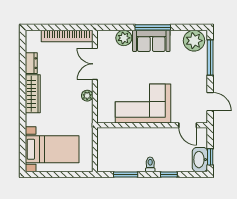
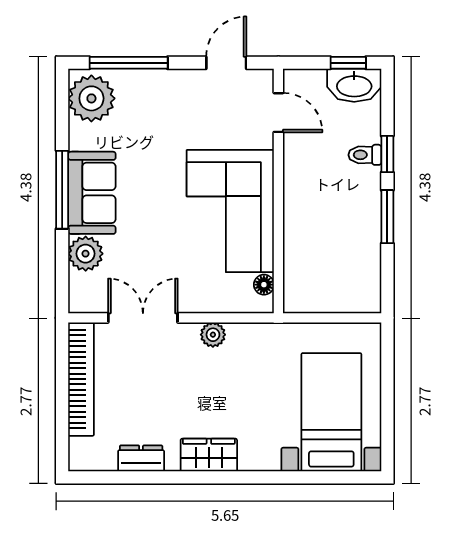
double door: (95, 64) -> (143, 318), swing flipped
wardrobe: (33, 94) -> (209, 455), width x0.67
floor lamp: (110, 119) -> (264, 285), added
door: (188, 125) -> (278, 113), hinge flipped
toilet: (150, 164) -> (365, 155), moved
window: (126, 175) -> (387, 217), moved

